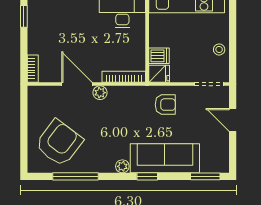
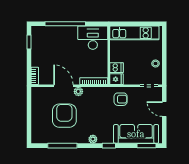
armchair: (59, 143) -> (64, 116), moved, turned -37
sofa: (165, 158) -> (136, 134), moved

